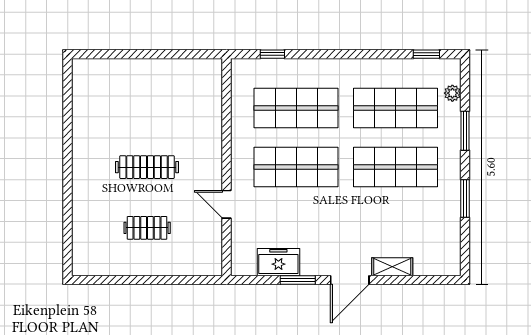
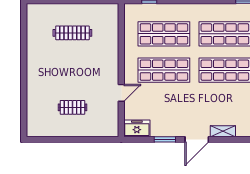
clothes rail: (147, 167) -> (72, 33), moved
door: (227, 204) -> (121, 93), swing flipped
freezer: (278, 262) -> (137, 128), moved

